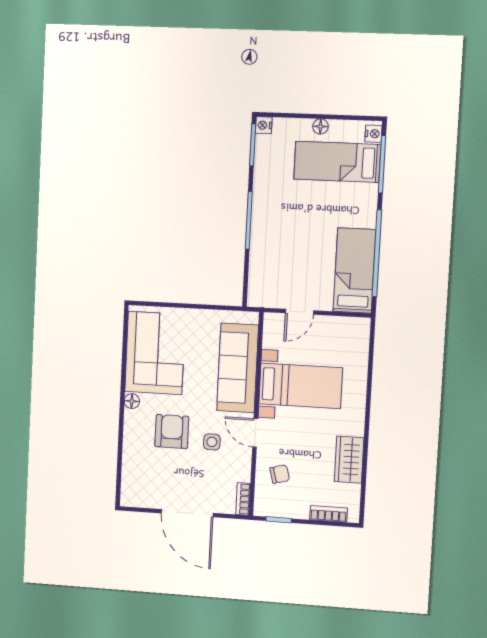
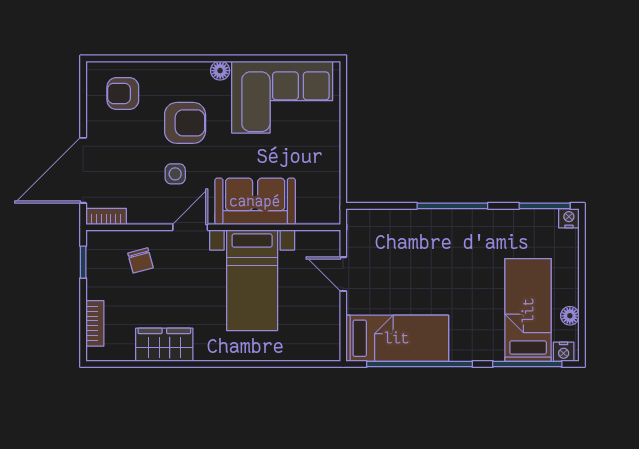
floor lamp: (320, 126) -> (570, 316), moved
sofa: (238, 368) -> (255, 201), width x0.73
armchair: (146, 479) -> (123, 93), added
door: (187, 513) -> (83, 170), moved

